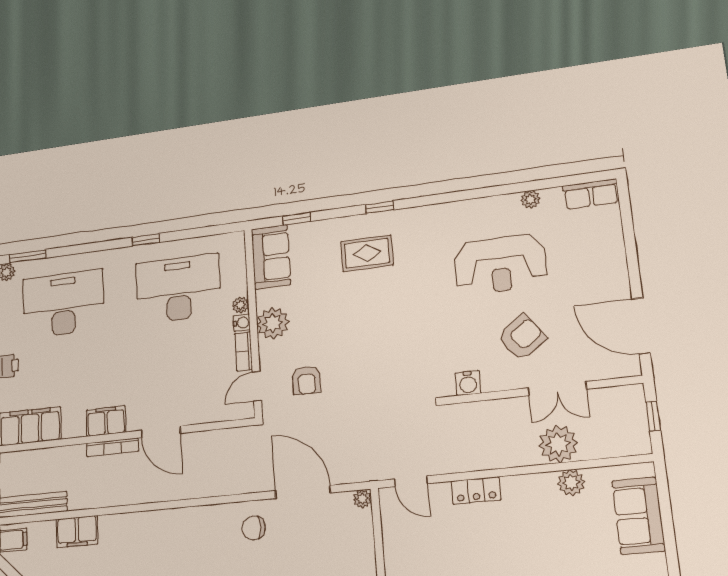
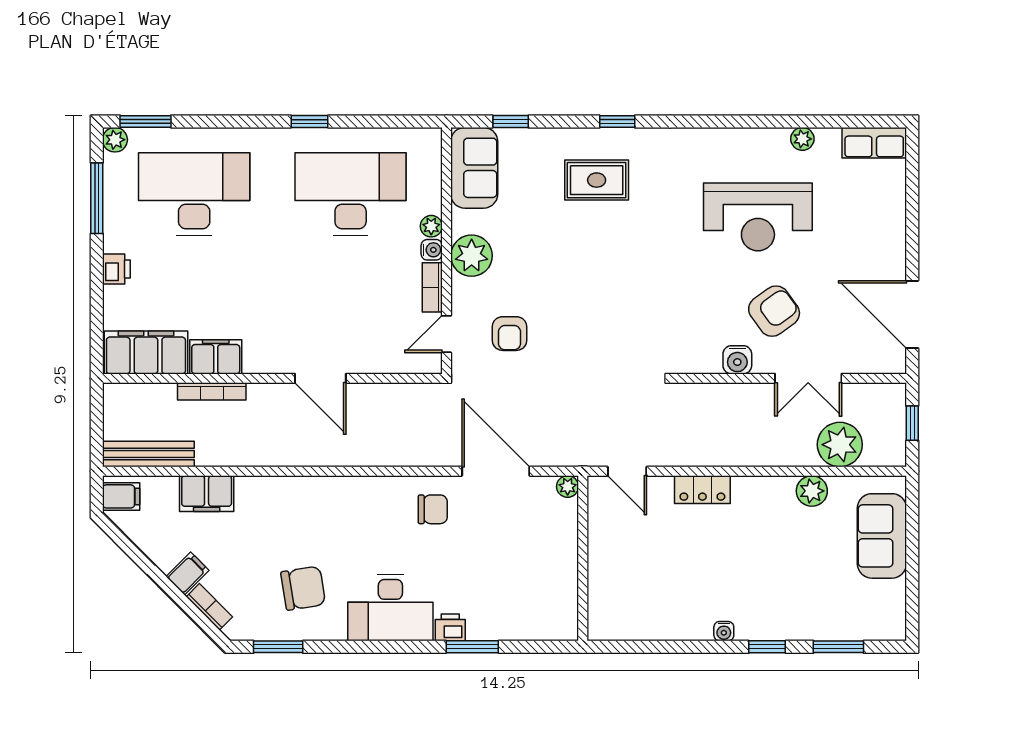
water cooler: (468, 383) -> (737, 360), moved
filing cabinet: (106, 421) -> (216, 357), moved
plant: (558, 444) -> (840, 445), moved
bookcase: (112, 447) -> (212, 391), moved
chair: (254, 528) -> (433, 509), turned 180

